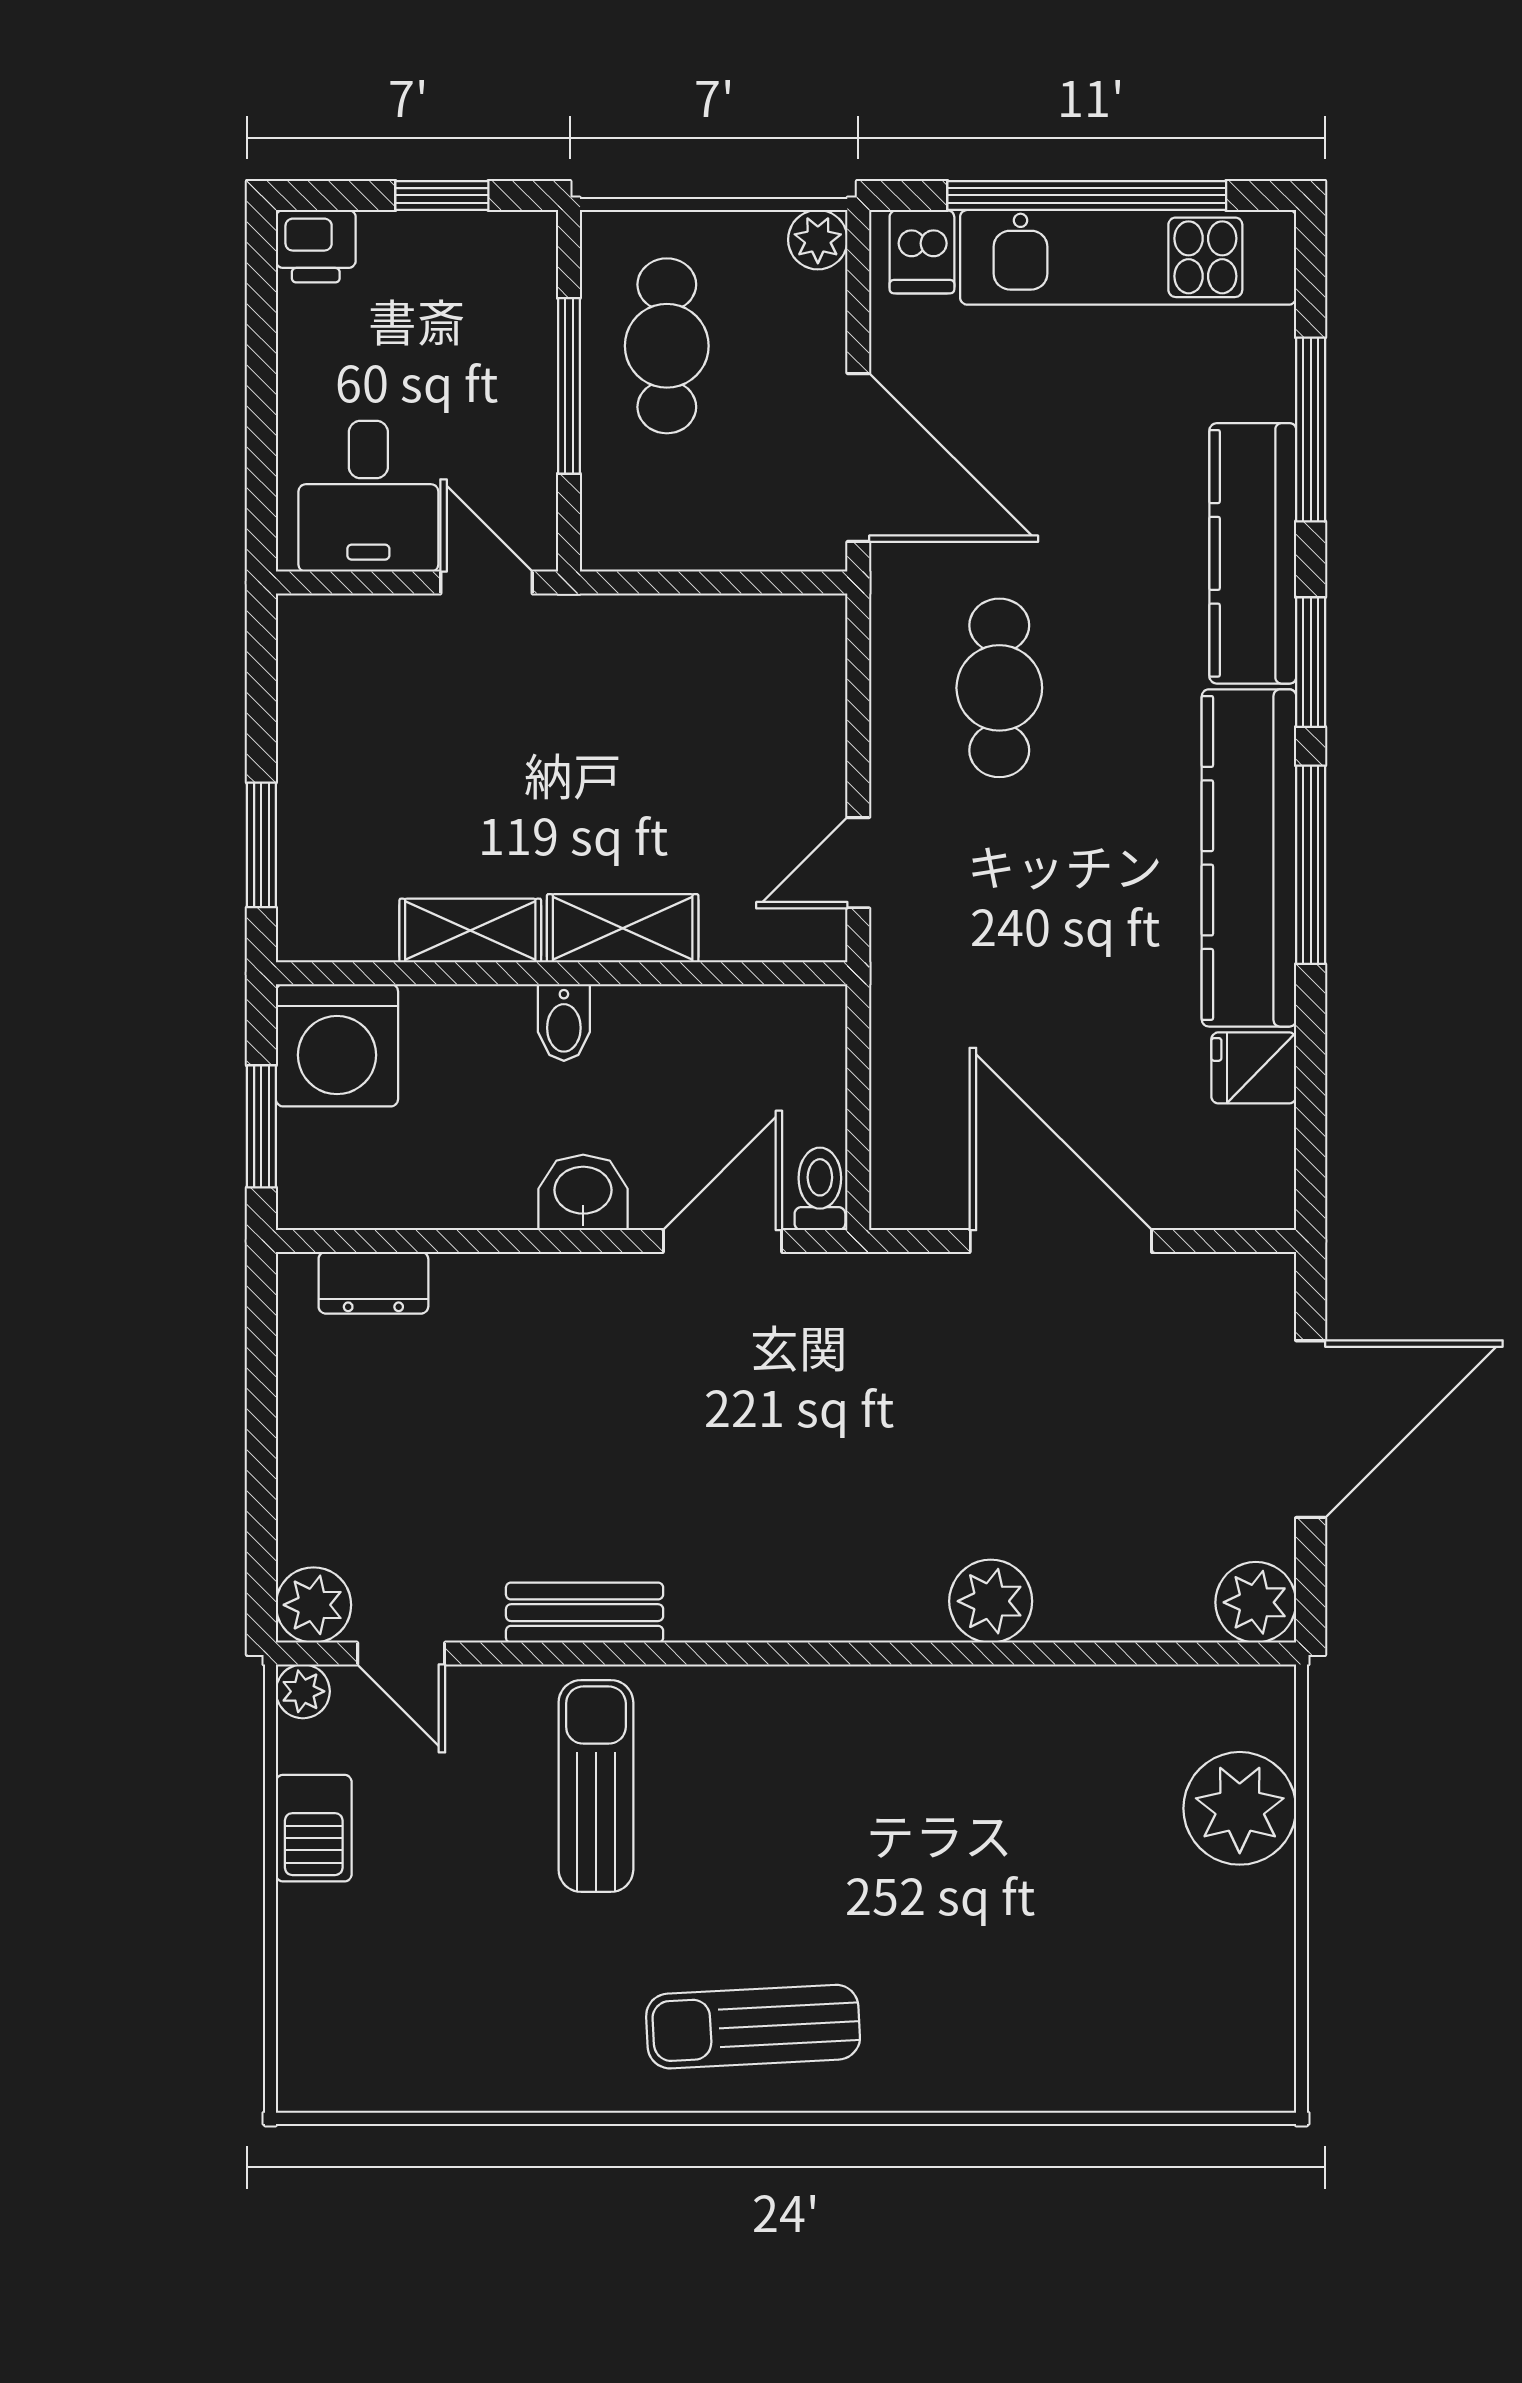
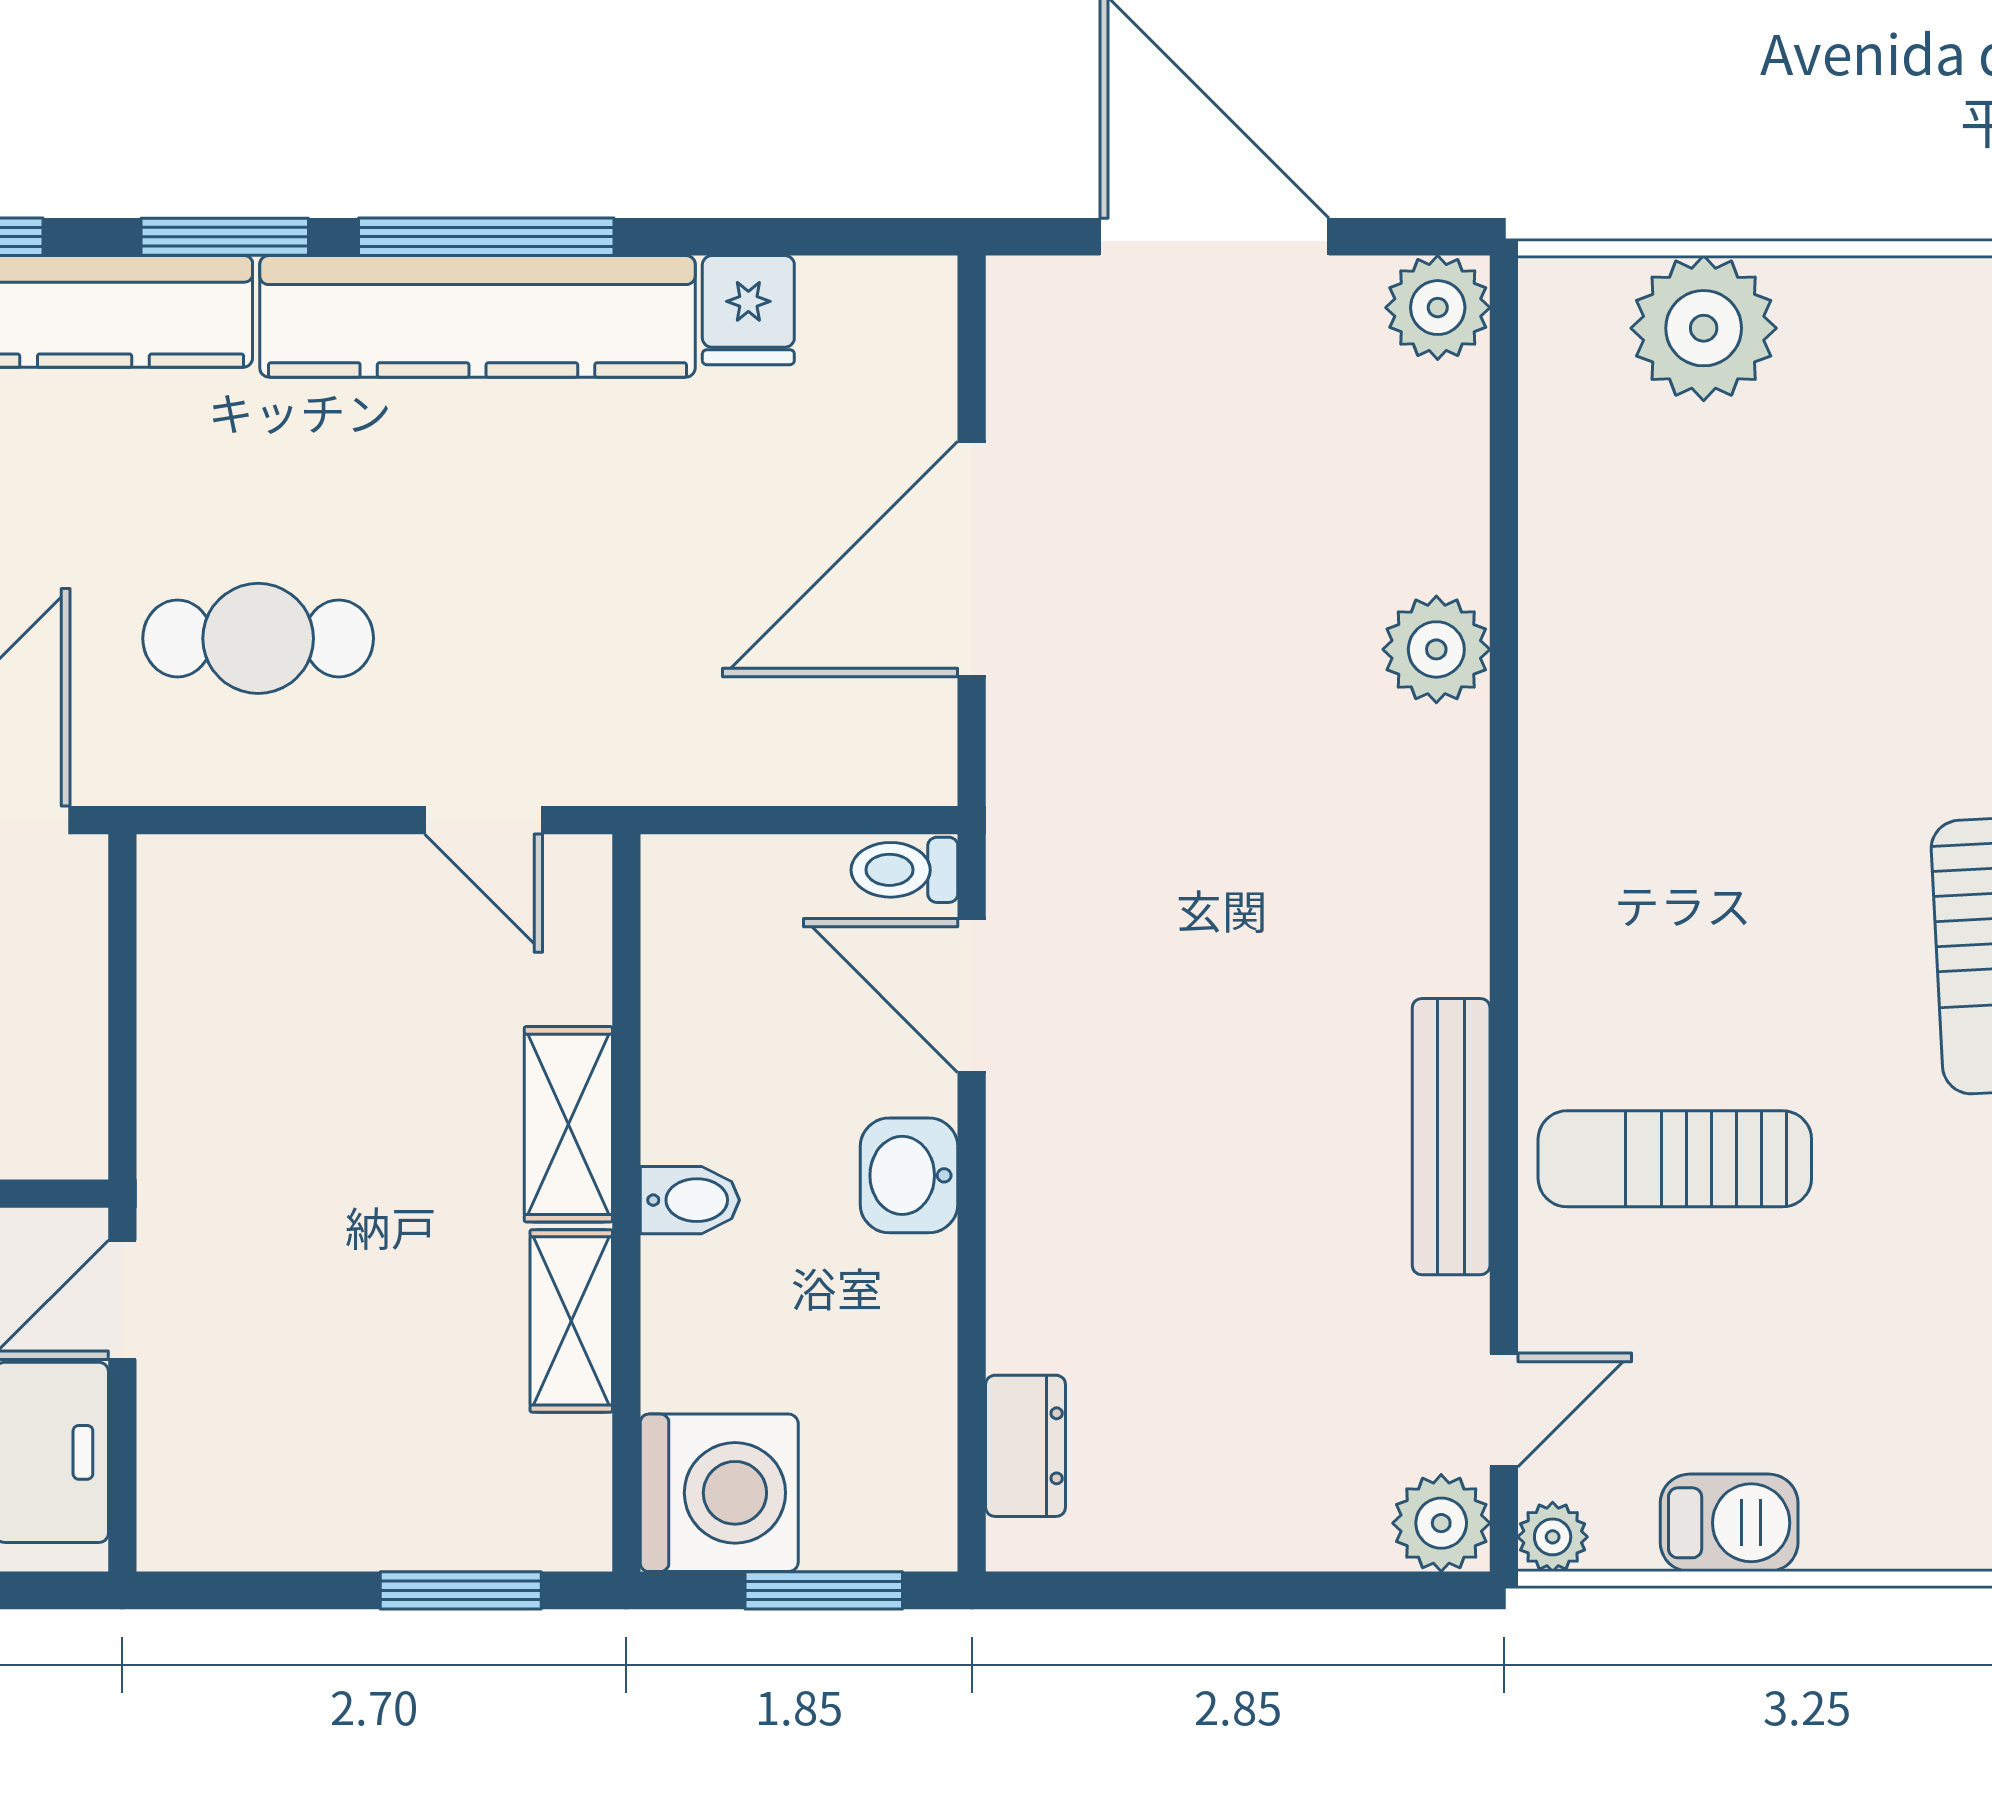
bench: (585, 1613) -> (1451, 1137), width x1.36

